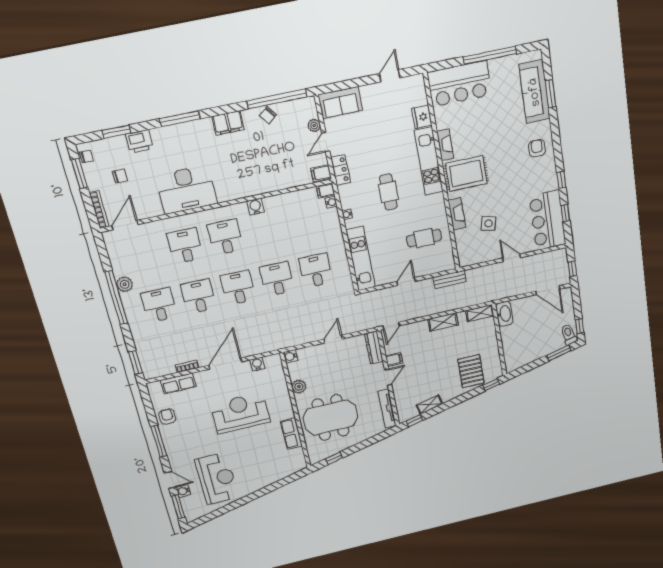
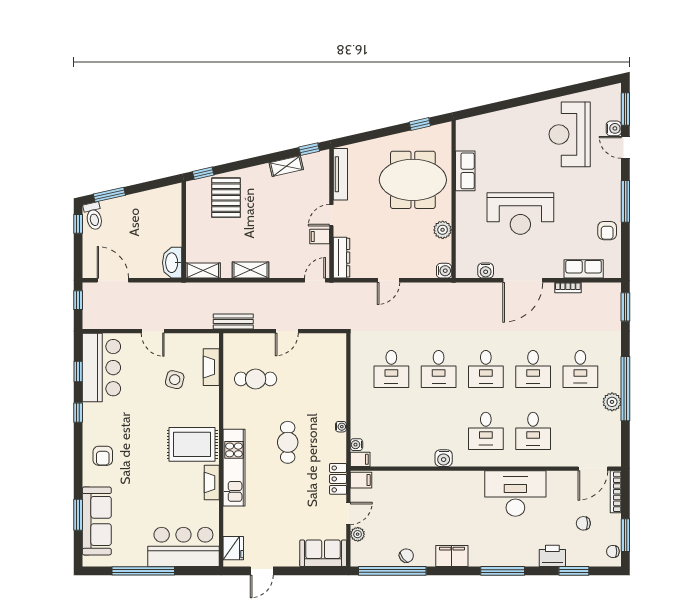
fridge: (422, 117) -> (233, 548), moved
fireplace: (457, 214) -> (211, 367), moved
kitchen unit: (361, 259) -> (336, 371), removed

